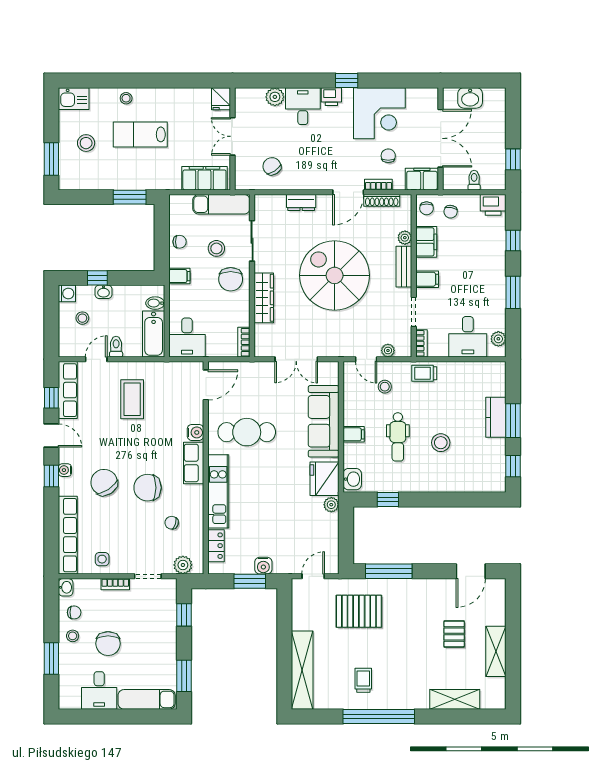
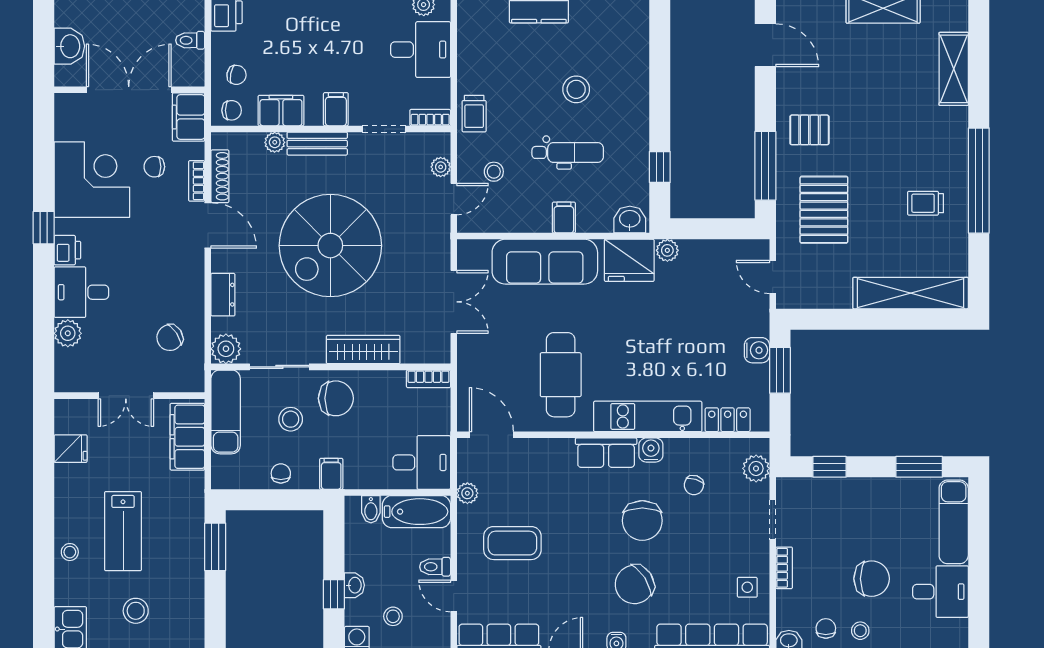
fridge: (221, 99) -> (71, 449), moved
plant: (264, 204) -> (226, 349), added
plant: (166, 369) -> (467, 493), added
water cooler: (195, 432) -> (651, 450), moved
pallet: (454, 634) -> (809, 130), moved

